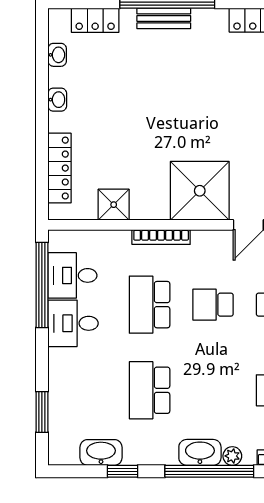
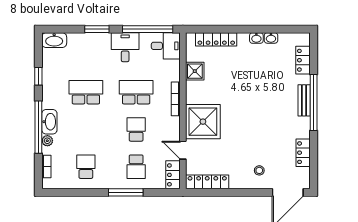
washbasin: (57, 55) -> (271, 38), moved
desk: (72, 275) -> (166, 46), moved, turned 90
window: (42, 412) -> (97, 29), moved
washbasin: (101, 452) -> (54, 40), moved, turned 90

